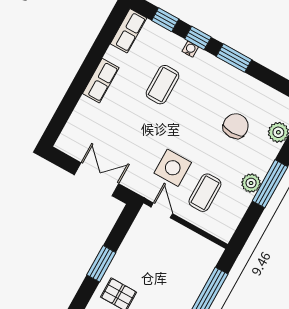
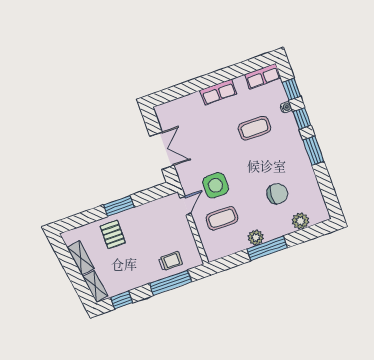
water cooler: (190, 49) -> (286, 107), moved
trolley: (192, 273) -> (170, 261), added

